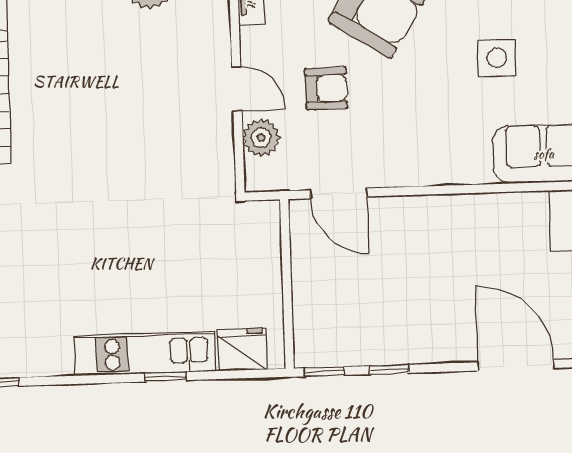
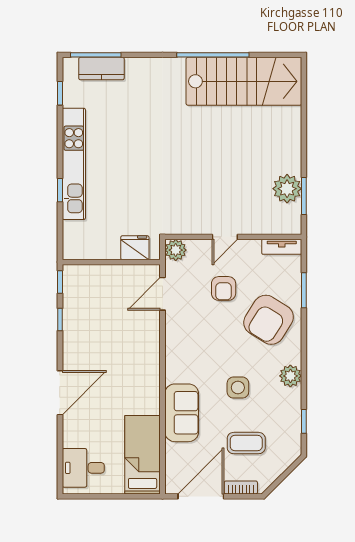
plant: (261, 138) -> (176, 250), moved
fridge: (242, 349) -> (135, 248), moved, turned -90
kitchen unit: (145, 354) -> (74, 164), width x1.36

